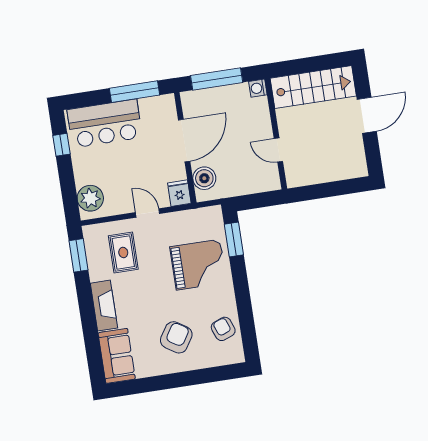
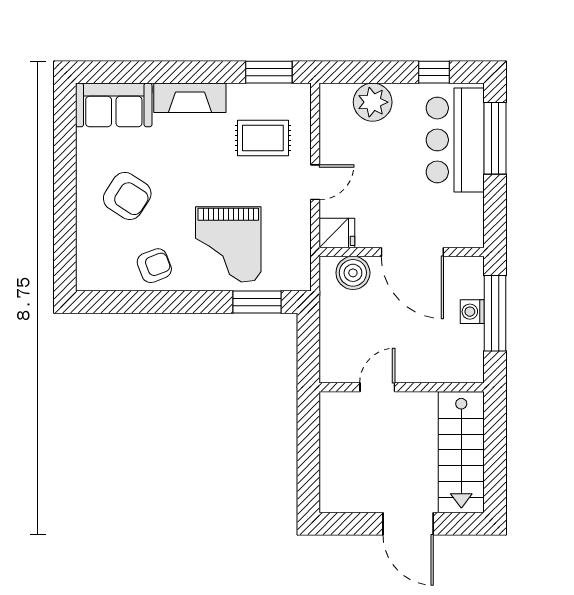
washing machine: (258, 88) -> (472, 312), moved, turned -90
window: (134, 92) -> (495, 138), moved
plant: (90, 198) -> (373, 102), moved
armchair: (223, 329) -> (154, 266), moved

